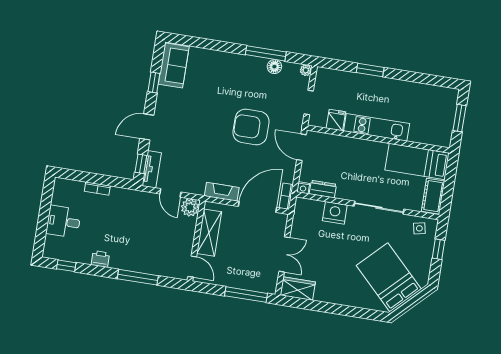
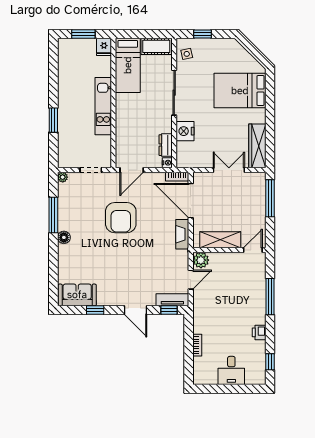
floor lamp: (274, 67) -> (64, 237), moved
fridge: (336, 120) -> (104, 47), moved, turned -90
bed: (389, 277) -> (240, 91), moved, turned 45
wardrobe: (298, 289) -> (257, 146), width x1.50

